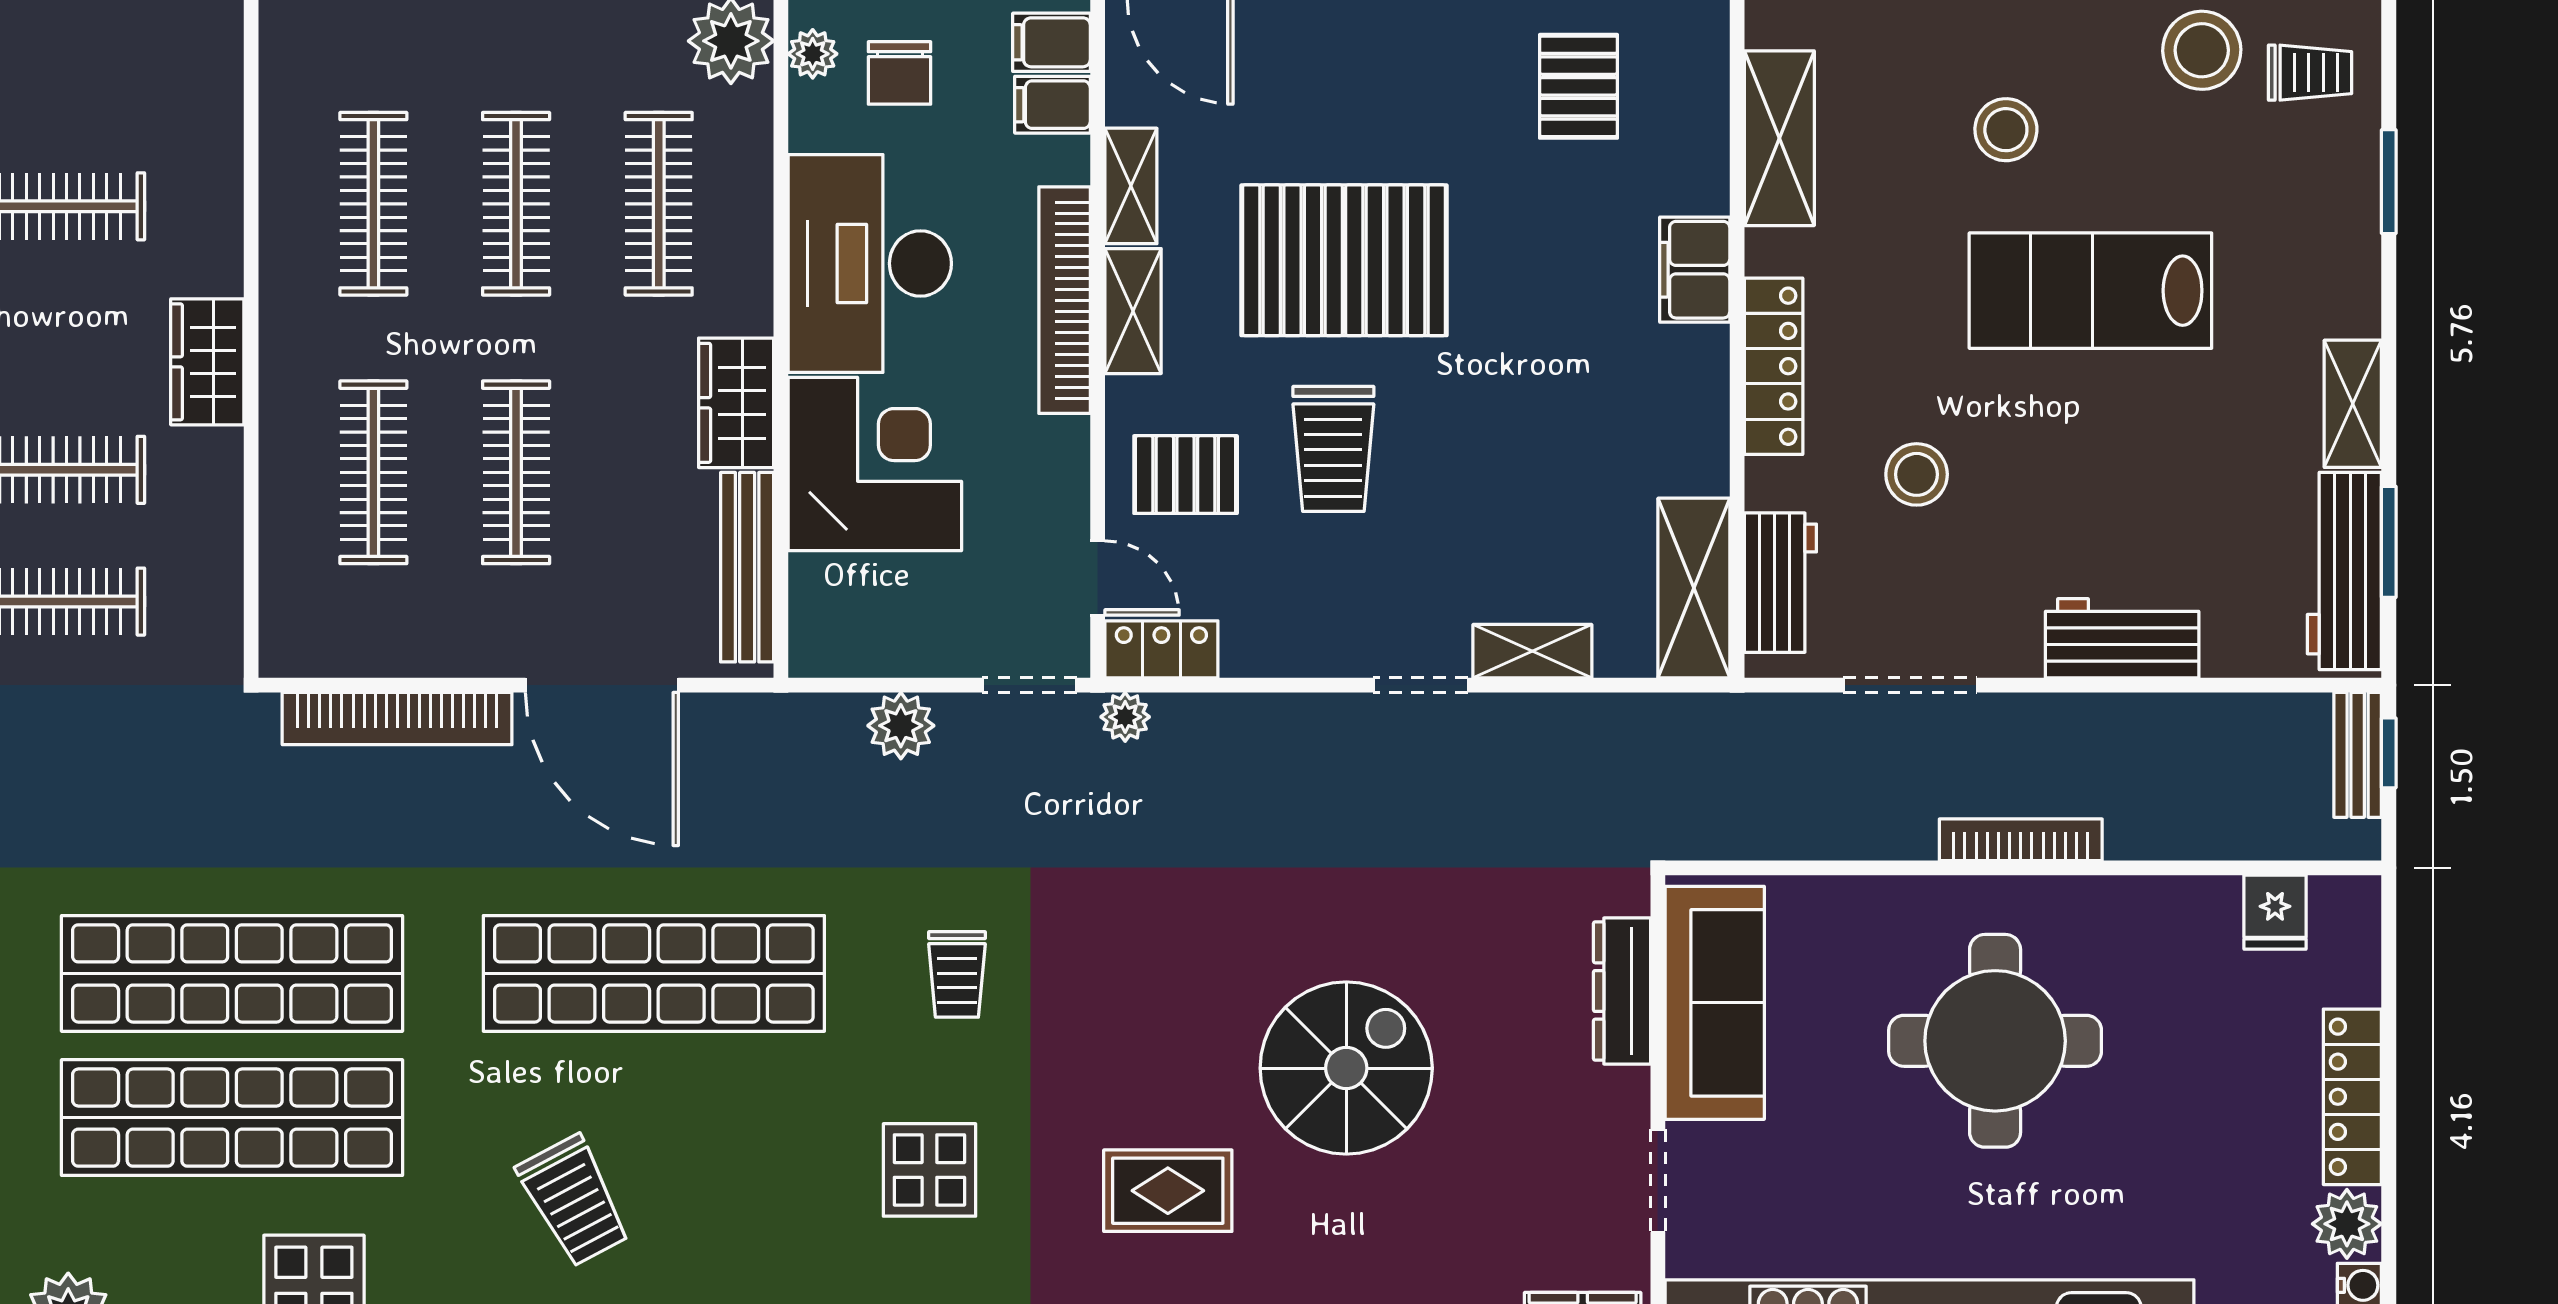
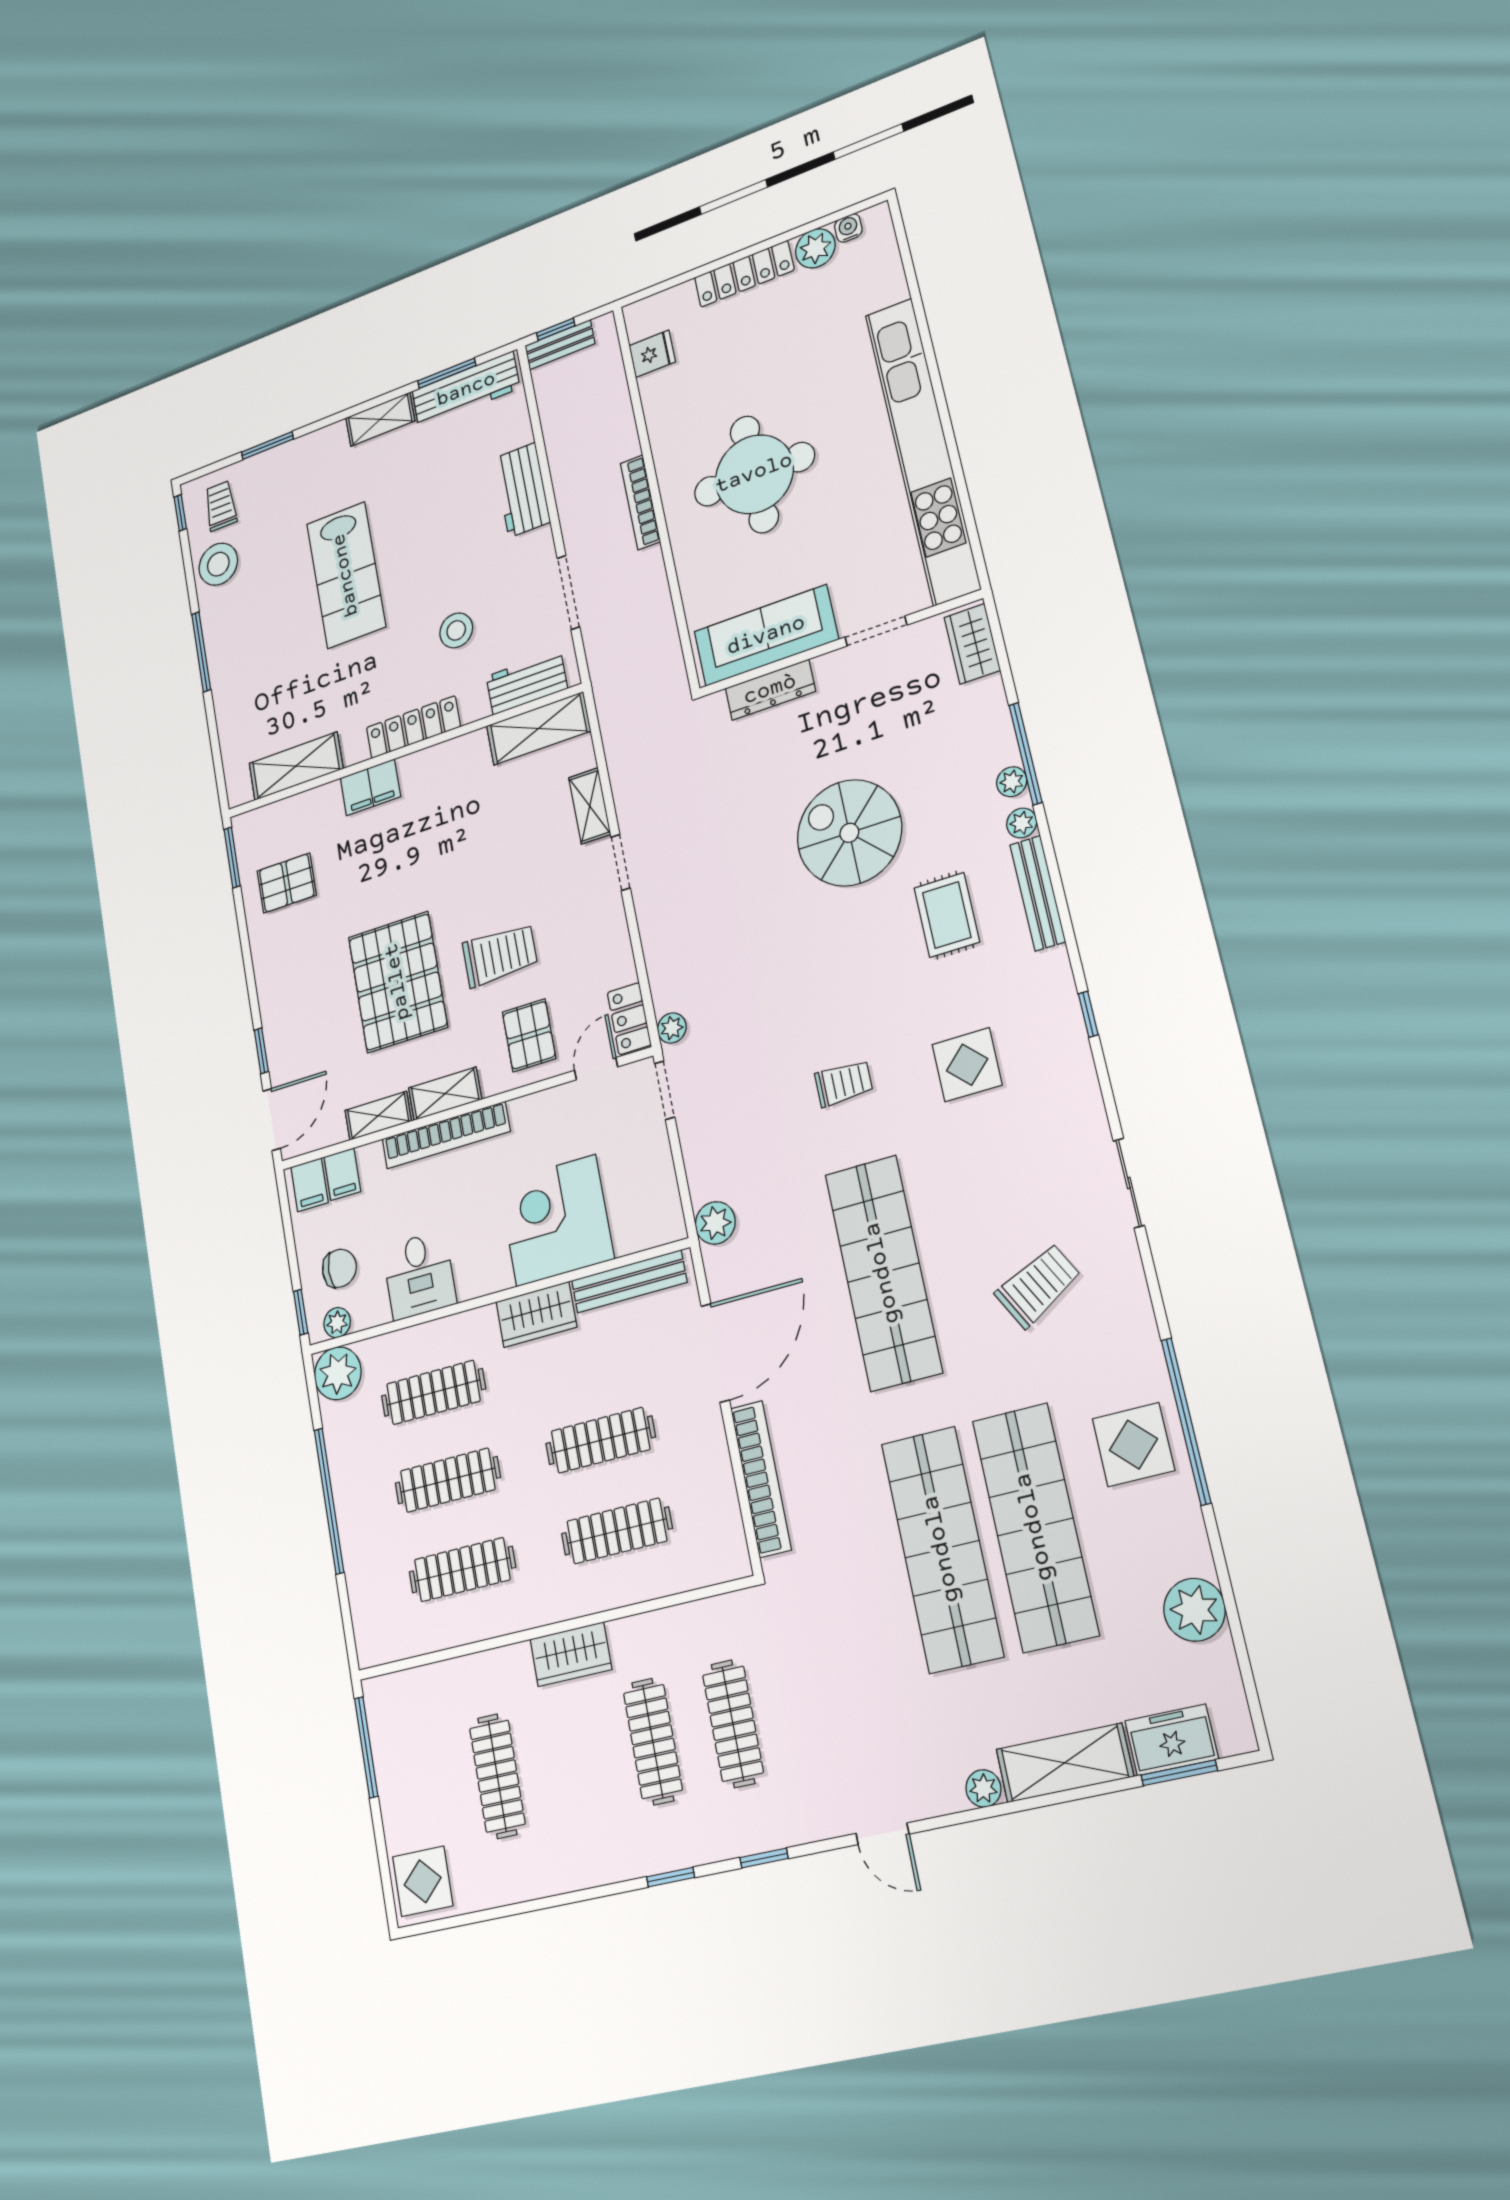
stool: (2006, 130) -> (273, 649), removed
desk: (870, 263) -> (419, 1275), width x0.53, depth x0.77
plant: (901, 726) -> (715, 1223), moved

